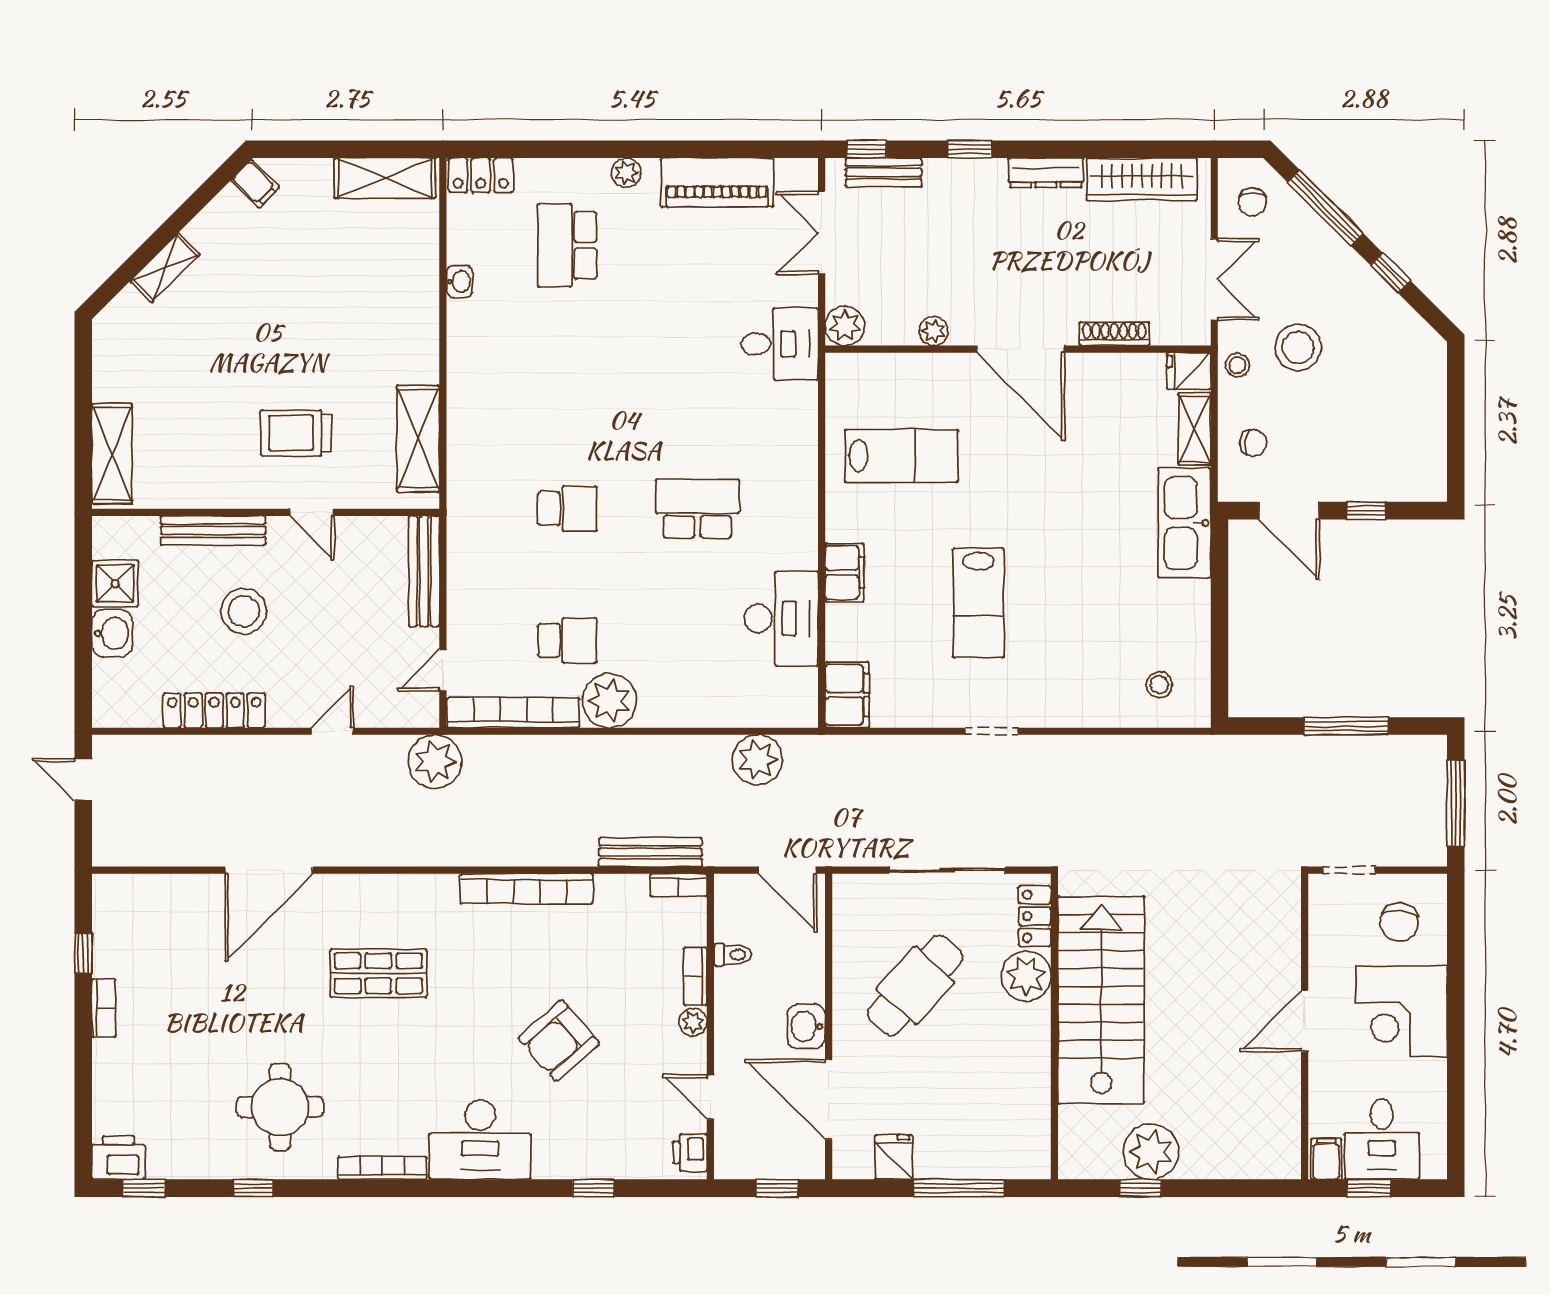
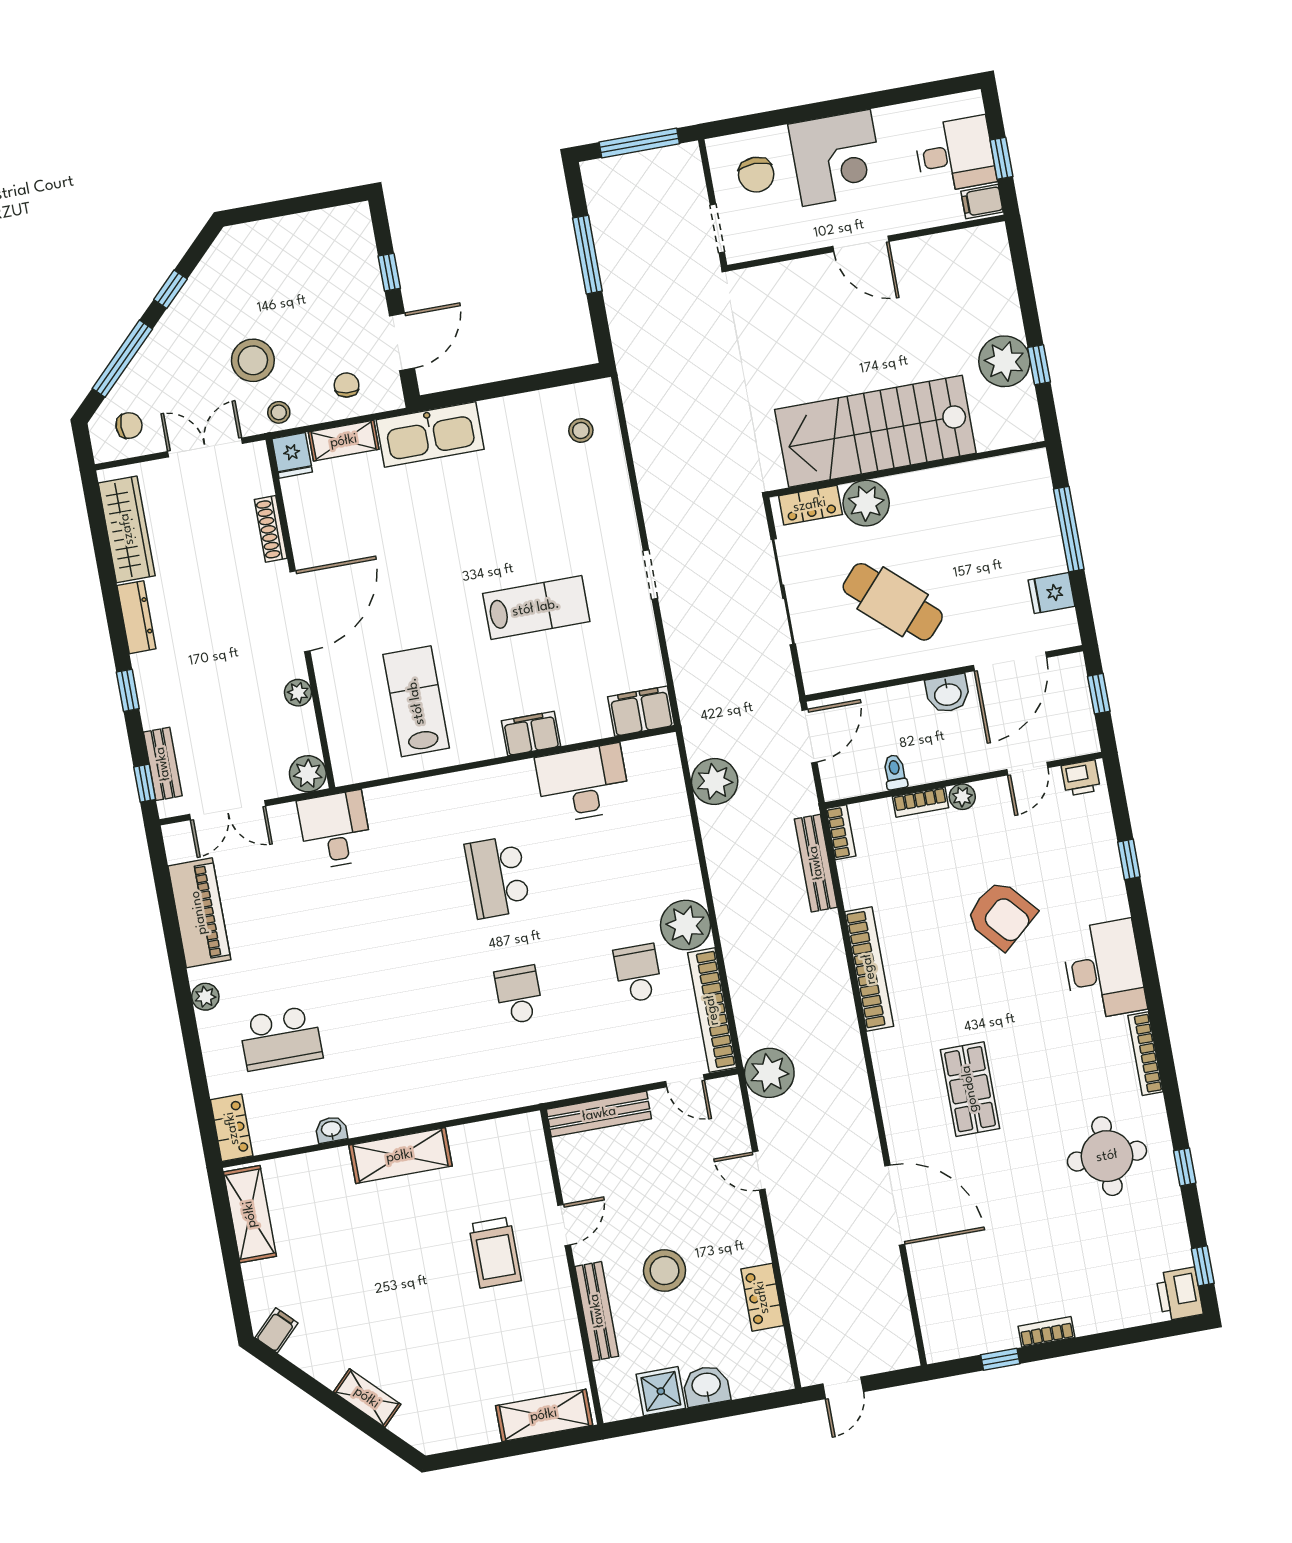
shelving: (418, 439) -> (400, 1156), moved
locker: (214, 710) -> (762, 1297), width x0.66
chair: (1399, 922) -> (756, 175), turned 85

